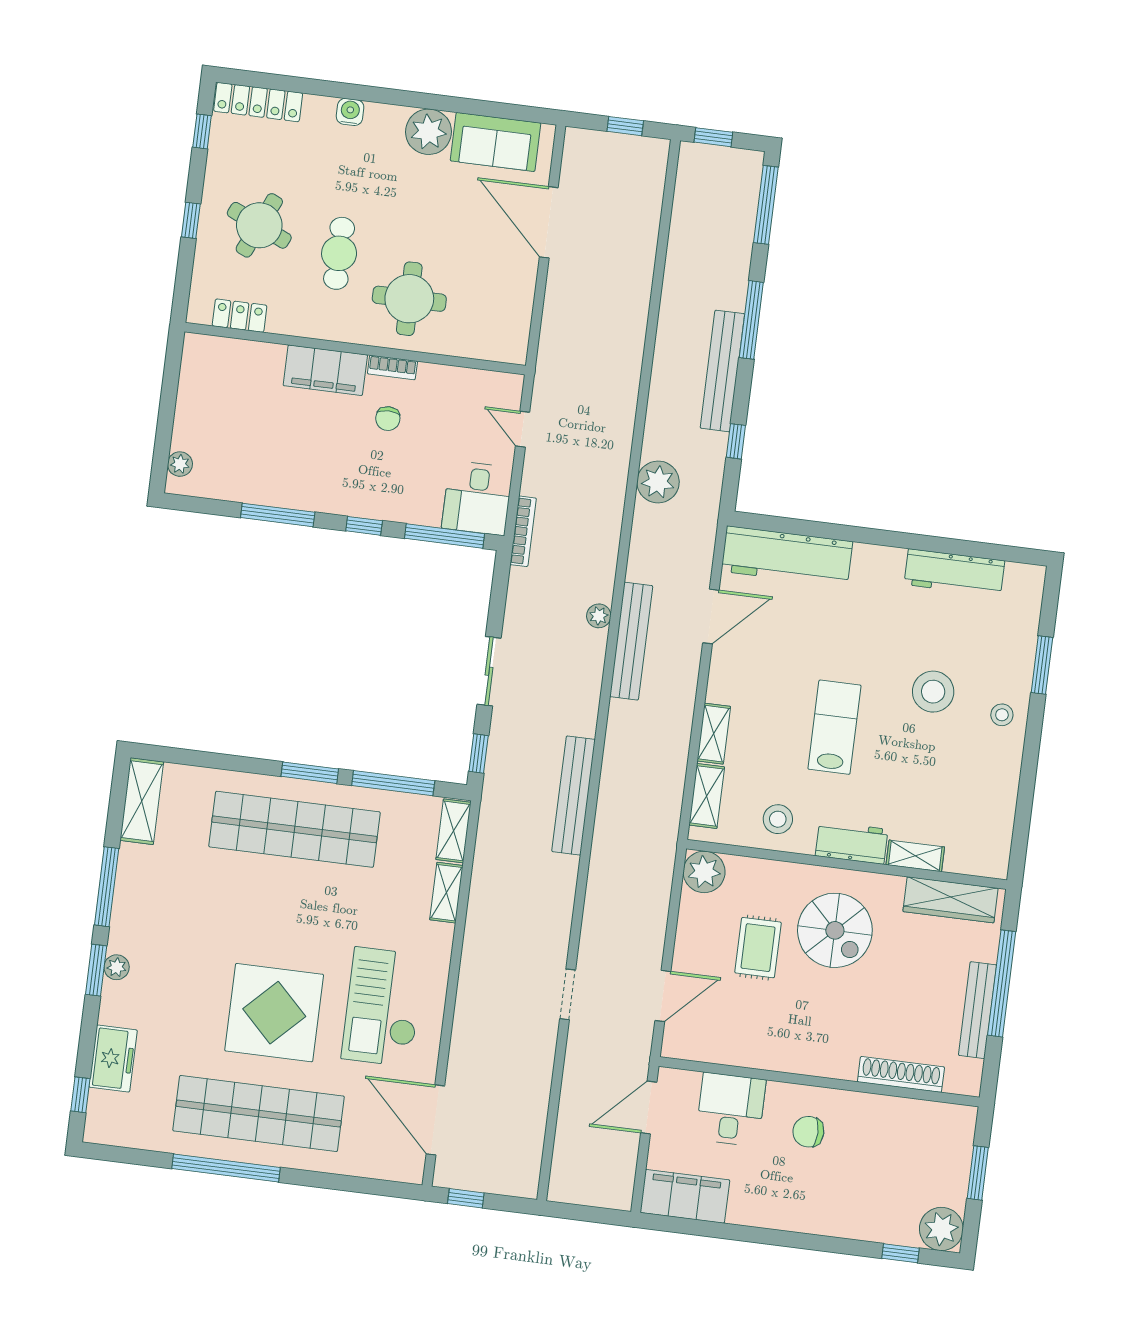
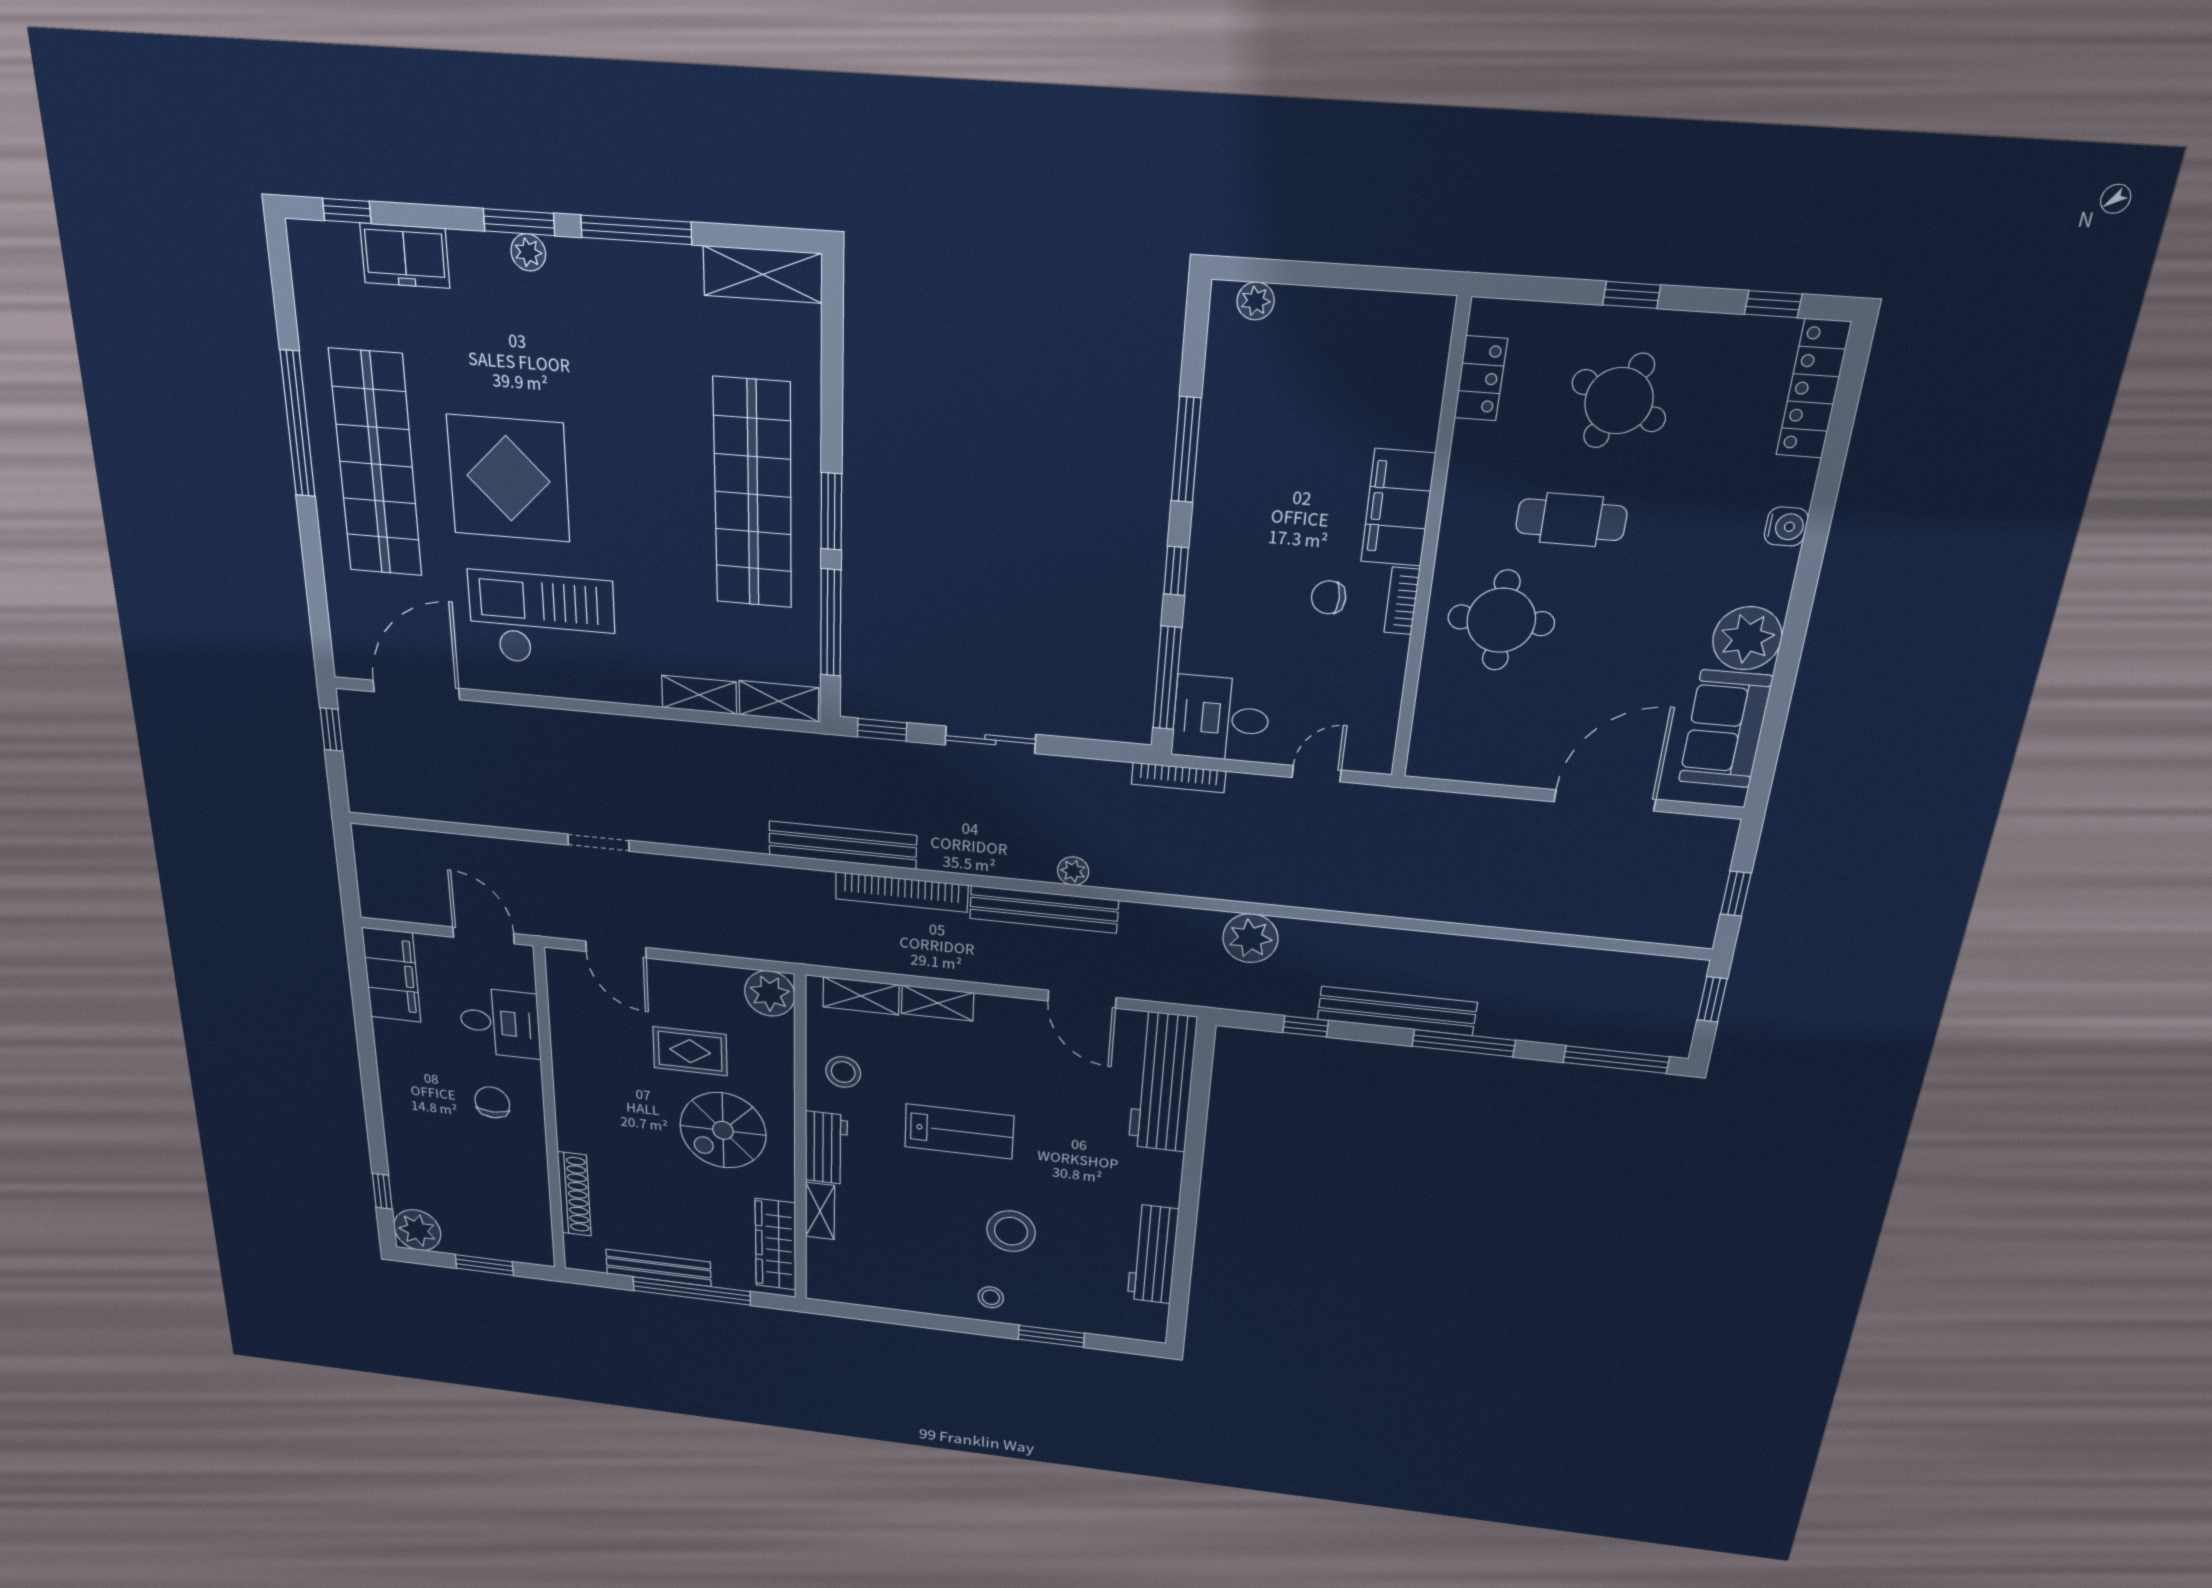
bookcase: (615, 753) -> (902, 892), added

